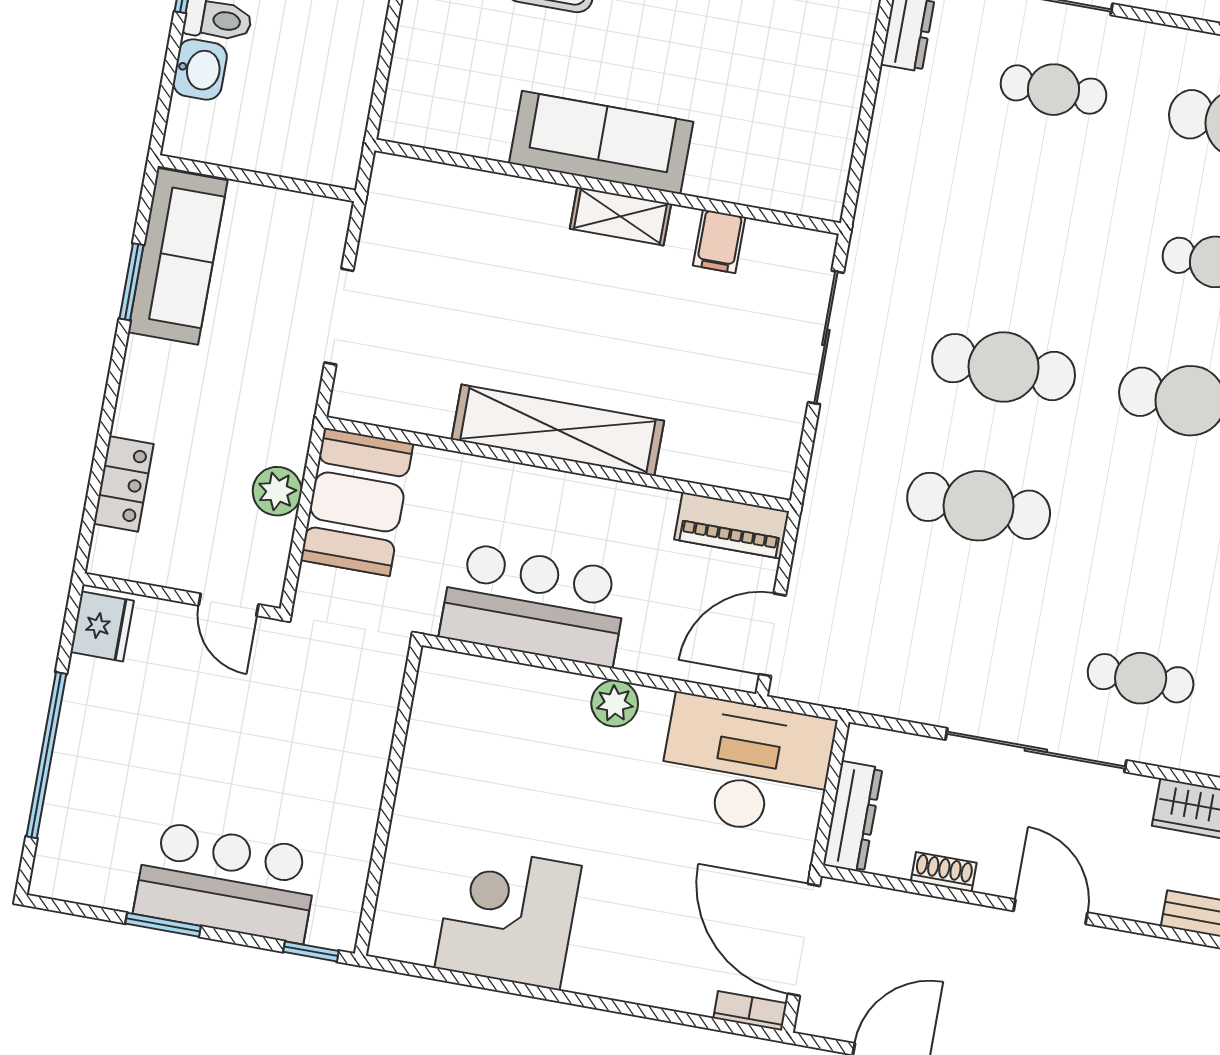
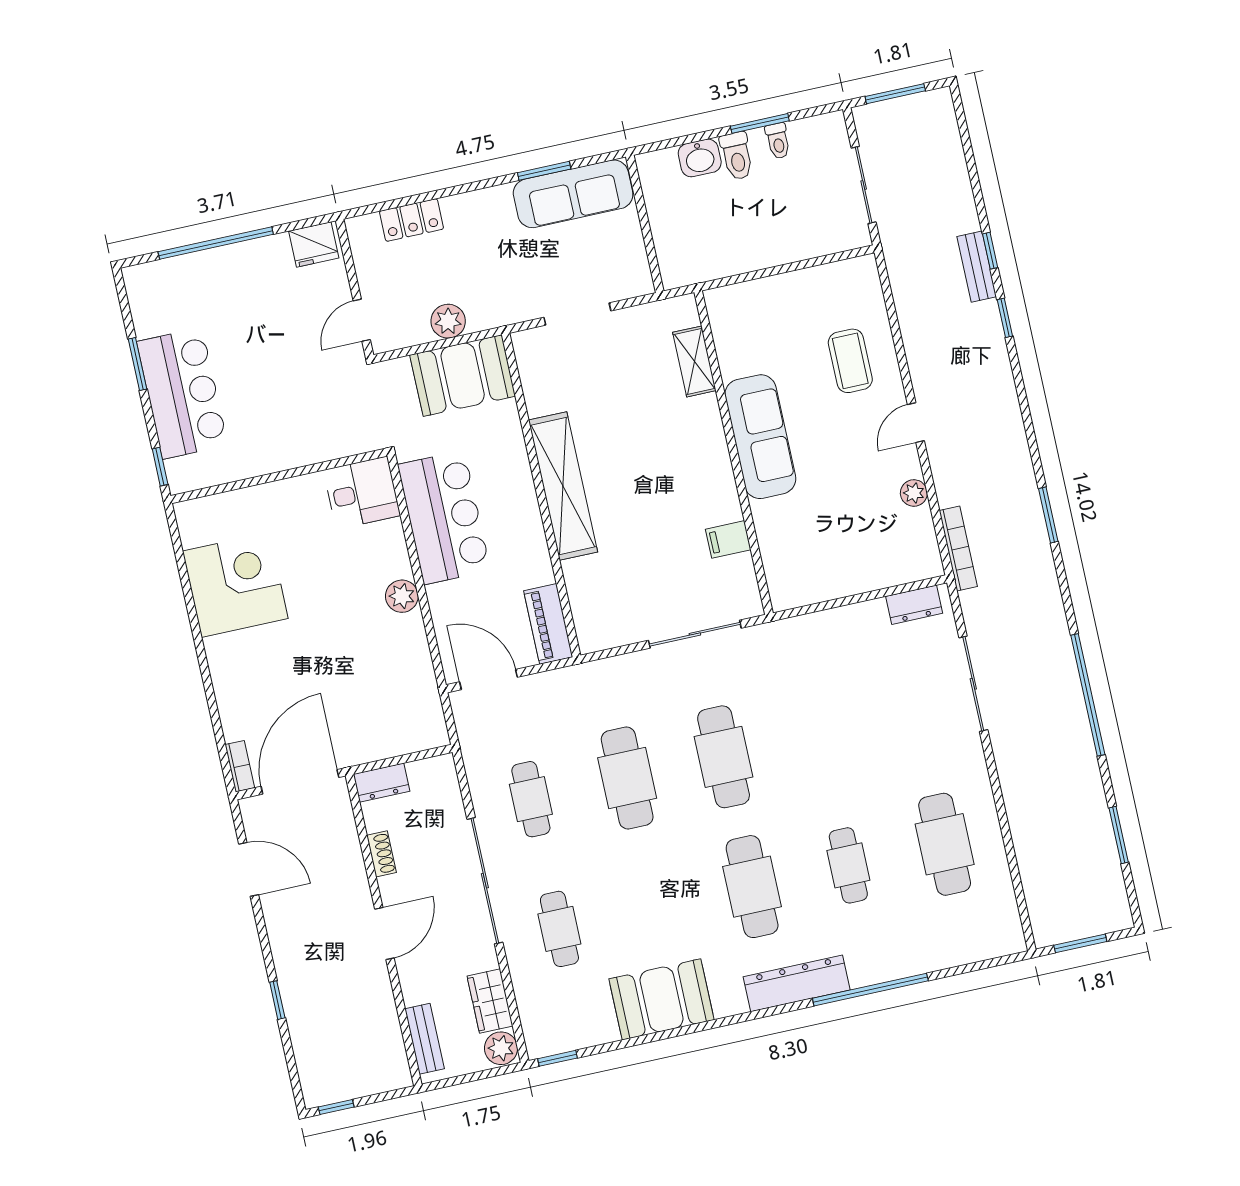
cafe table: (1054, 90) -> (531, 799), moved
shelving: (620, 216) -> (694, 361), moved
desk: (746, 766) -> (362, 493), moved, width x0.53, depth x0.77
dresser: (853, 817) -> (382, 783), width x0.70

